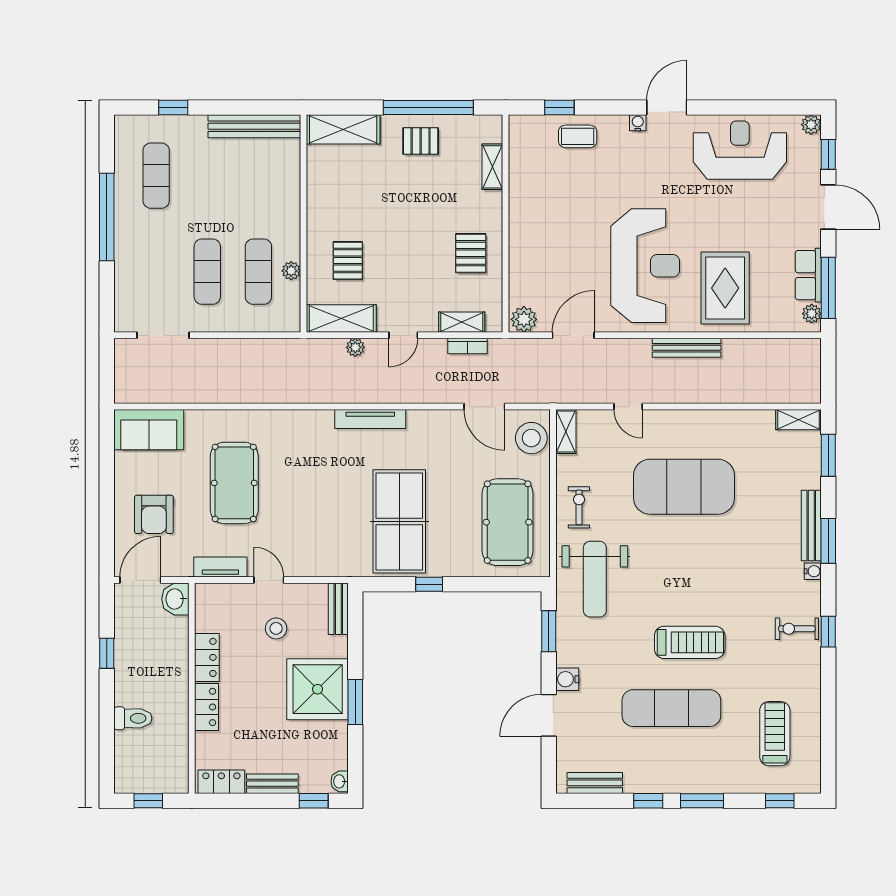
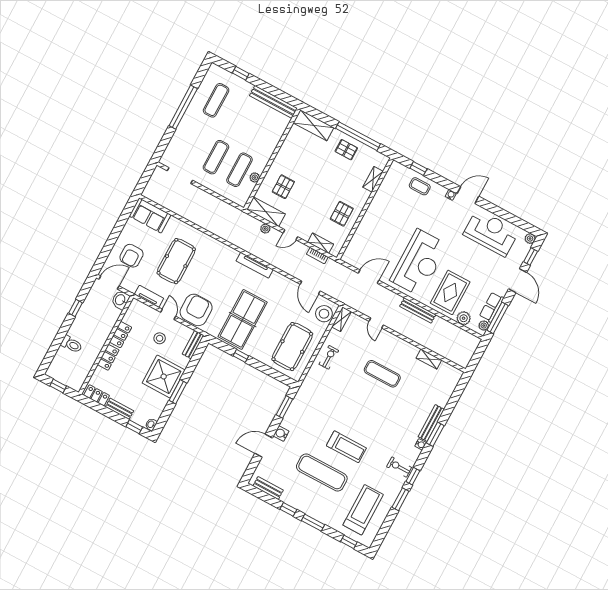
plant: (524, 319) -> (464, 318), moved
shelving: (799, 420) -> (429, 359), moved
window: (828, 455) -> (400, 499), moved
exercise mat: (684, 487) -> (382, 374), width x0.50, depth x0.69
armchair: (312, 548) -> (196, 310), added
weight bench: (595, 579) -> (318, 394), removed
treadmill: (775, 734) -> (363, 510), width x1.37, depth x1.38

